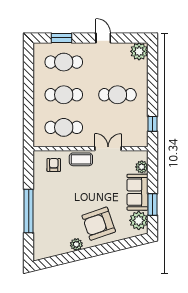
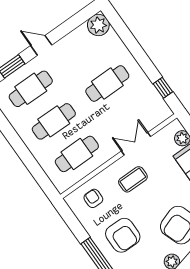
door: (103, 38) -> (41, 45), moved
coffee table: (81, 159) -> (133, 179), moved
armchair: (56, 204) -> (123, 235), added

